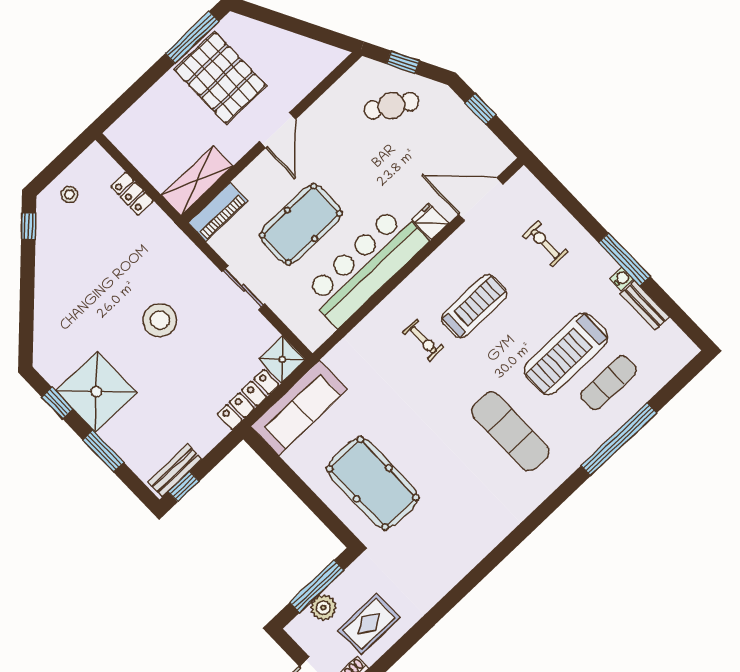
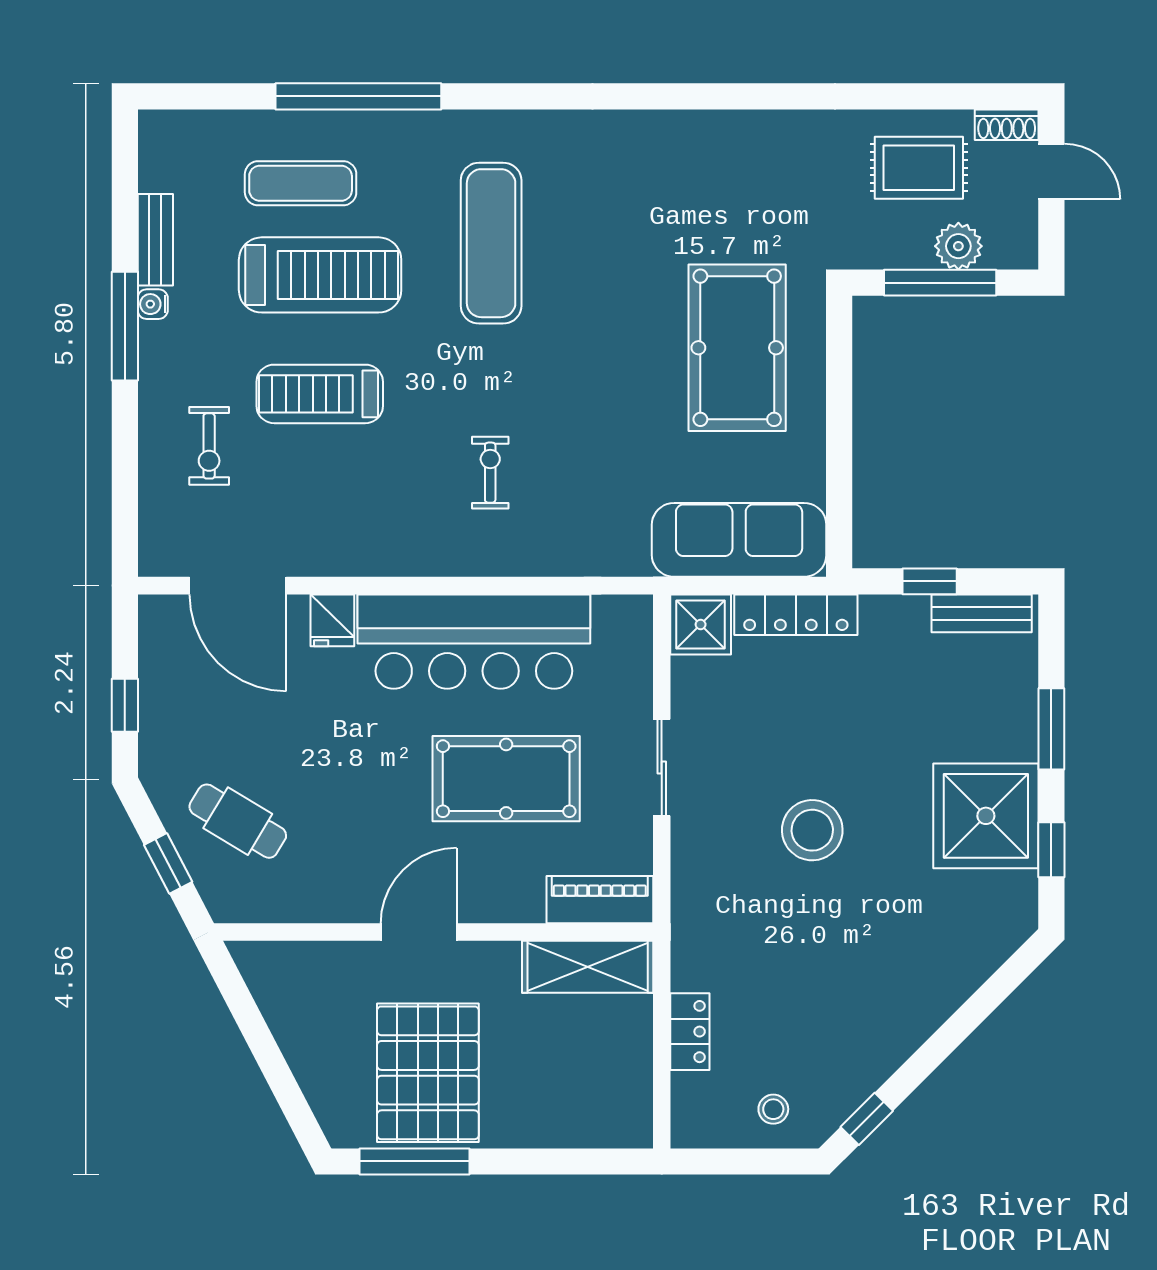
treadmill: (474, 306) -> (320, 394), moved
window: (184, 486) -> (930, 581), moved

